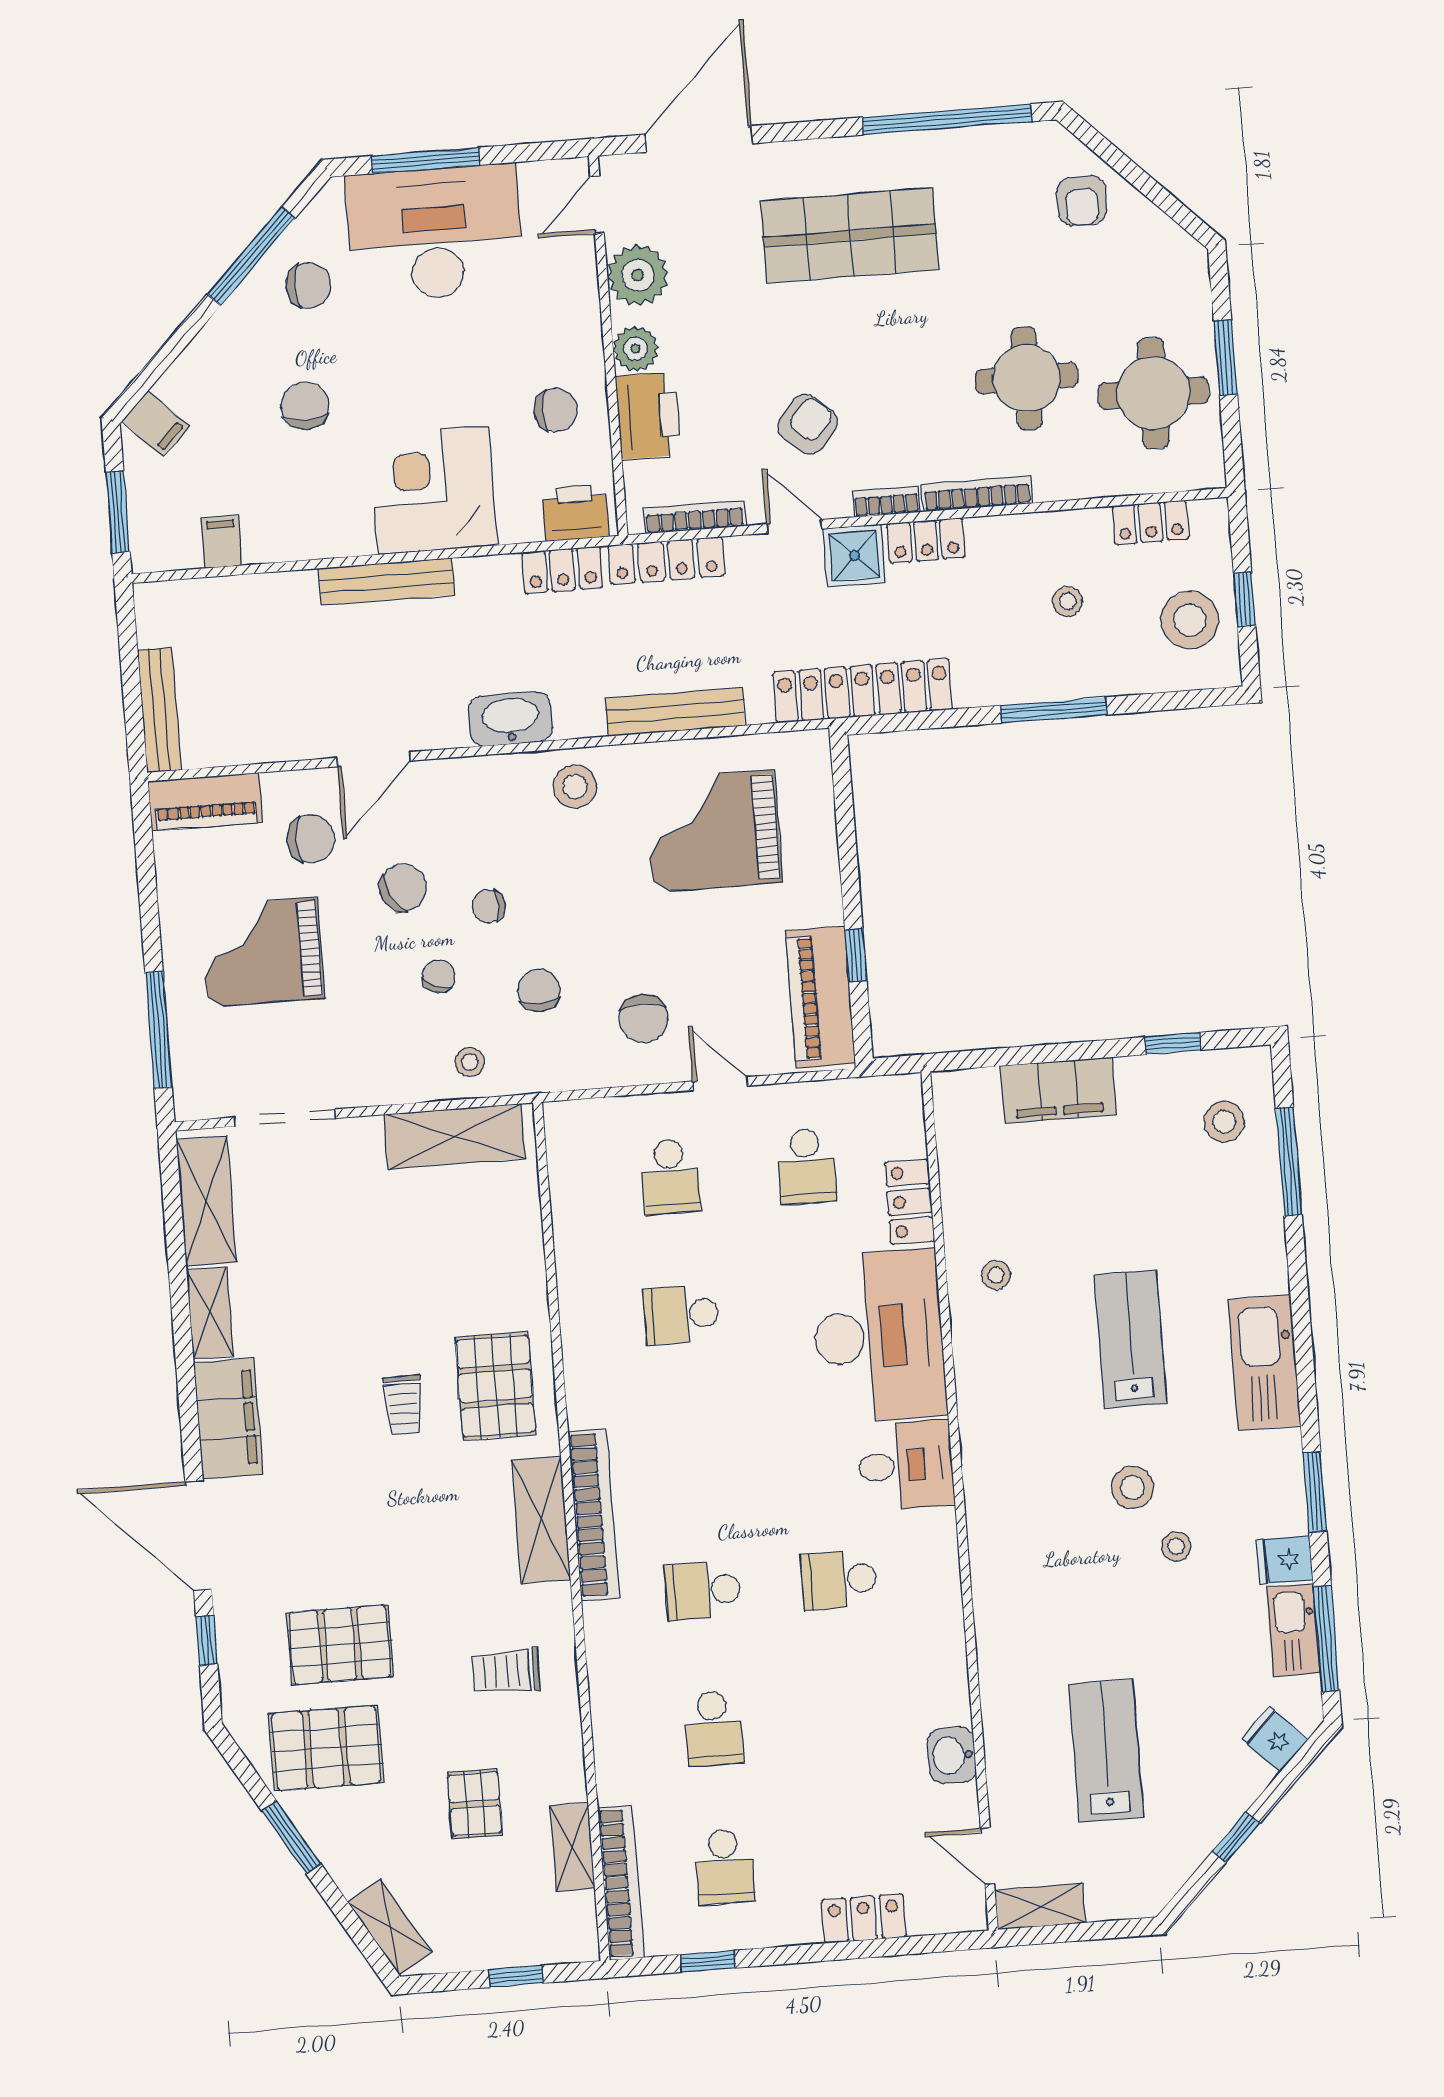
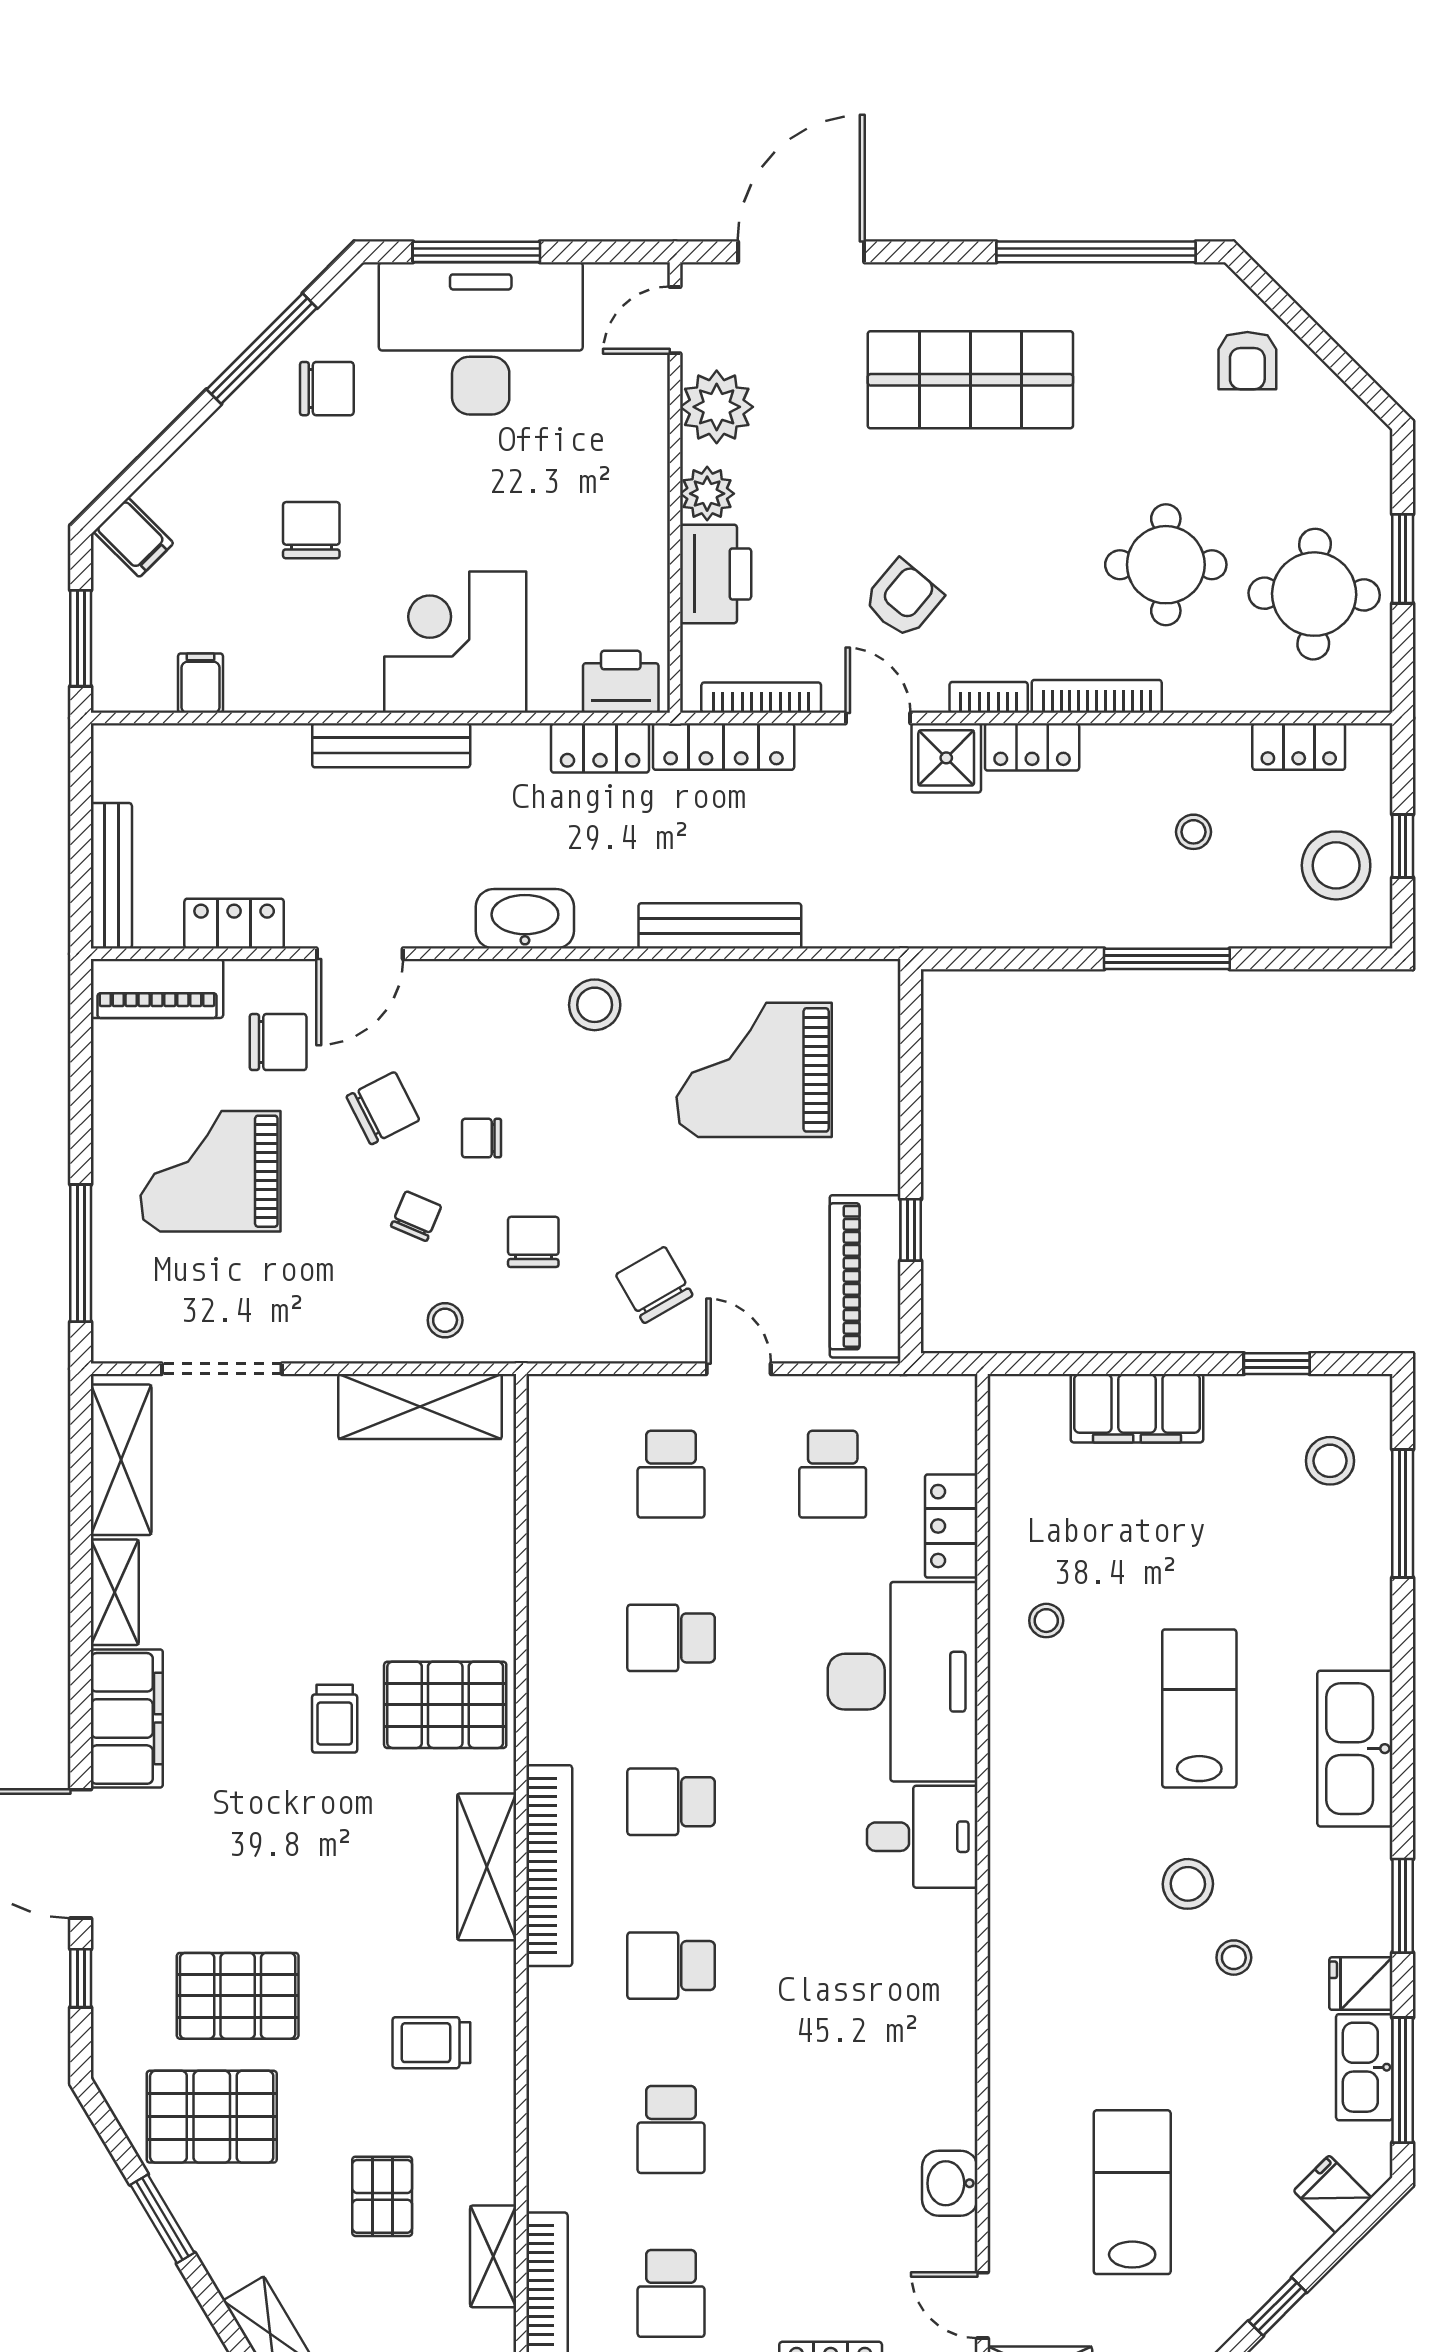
chair: (556, 410) -> (607, 559), removed
locker: (863, 691) -> (234, 924), moved, width x0.46, depth x0.83
chair: (644, 1019) -> (654, 1285), turned 150
pallet: (495, 1386) -> (445, 1705), turned 90
school desk: (839, 1580) -> (671, 1802), moved

